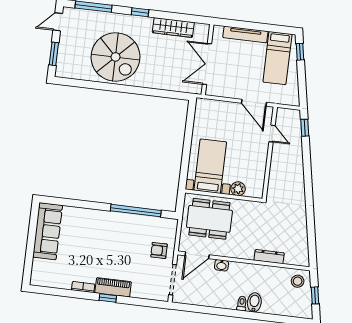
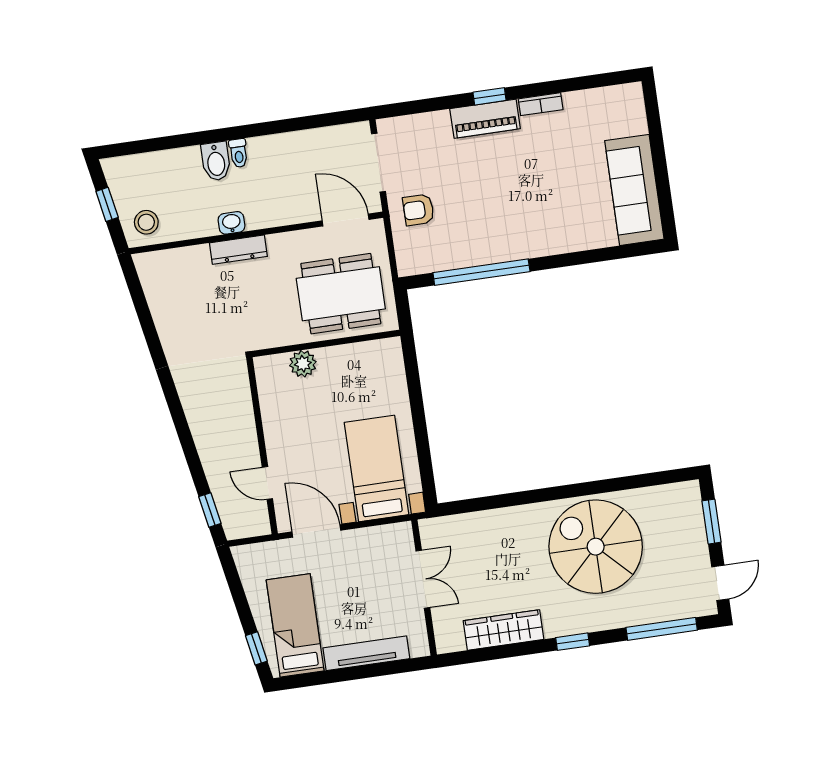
double door: (207, 64) -> (423, 579), width x0.73
bed with nightstands: (210, 166) -> (377, 468), moved, turned 180
armchair: (159, 250) -> (418, 210), turned 180
door: (197, 255) -> (346, 220), hinge flipped
dresser: (269, 257) -> (238, 250), moved
washbasin: (221, 265) -> (231, 223), moved

